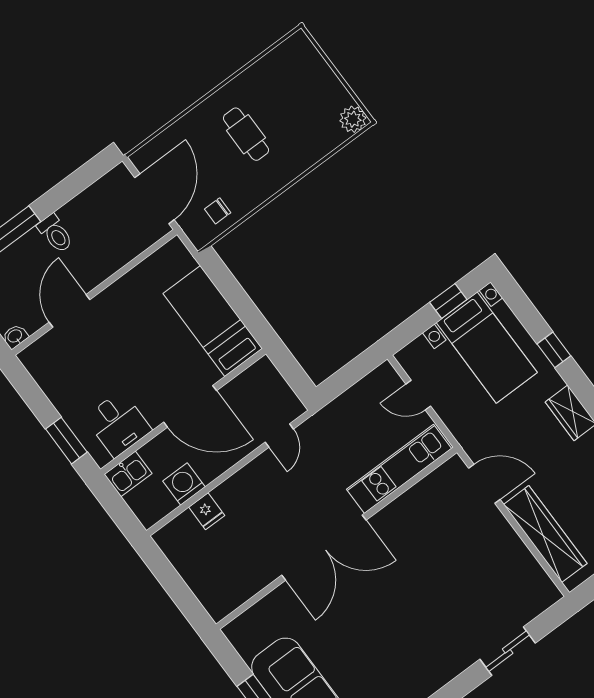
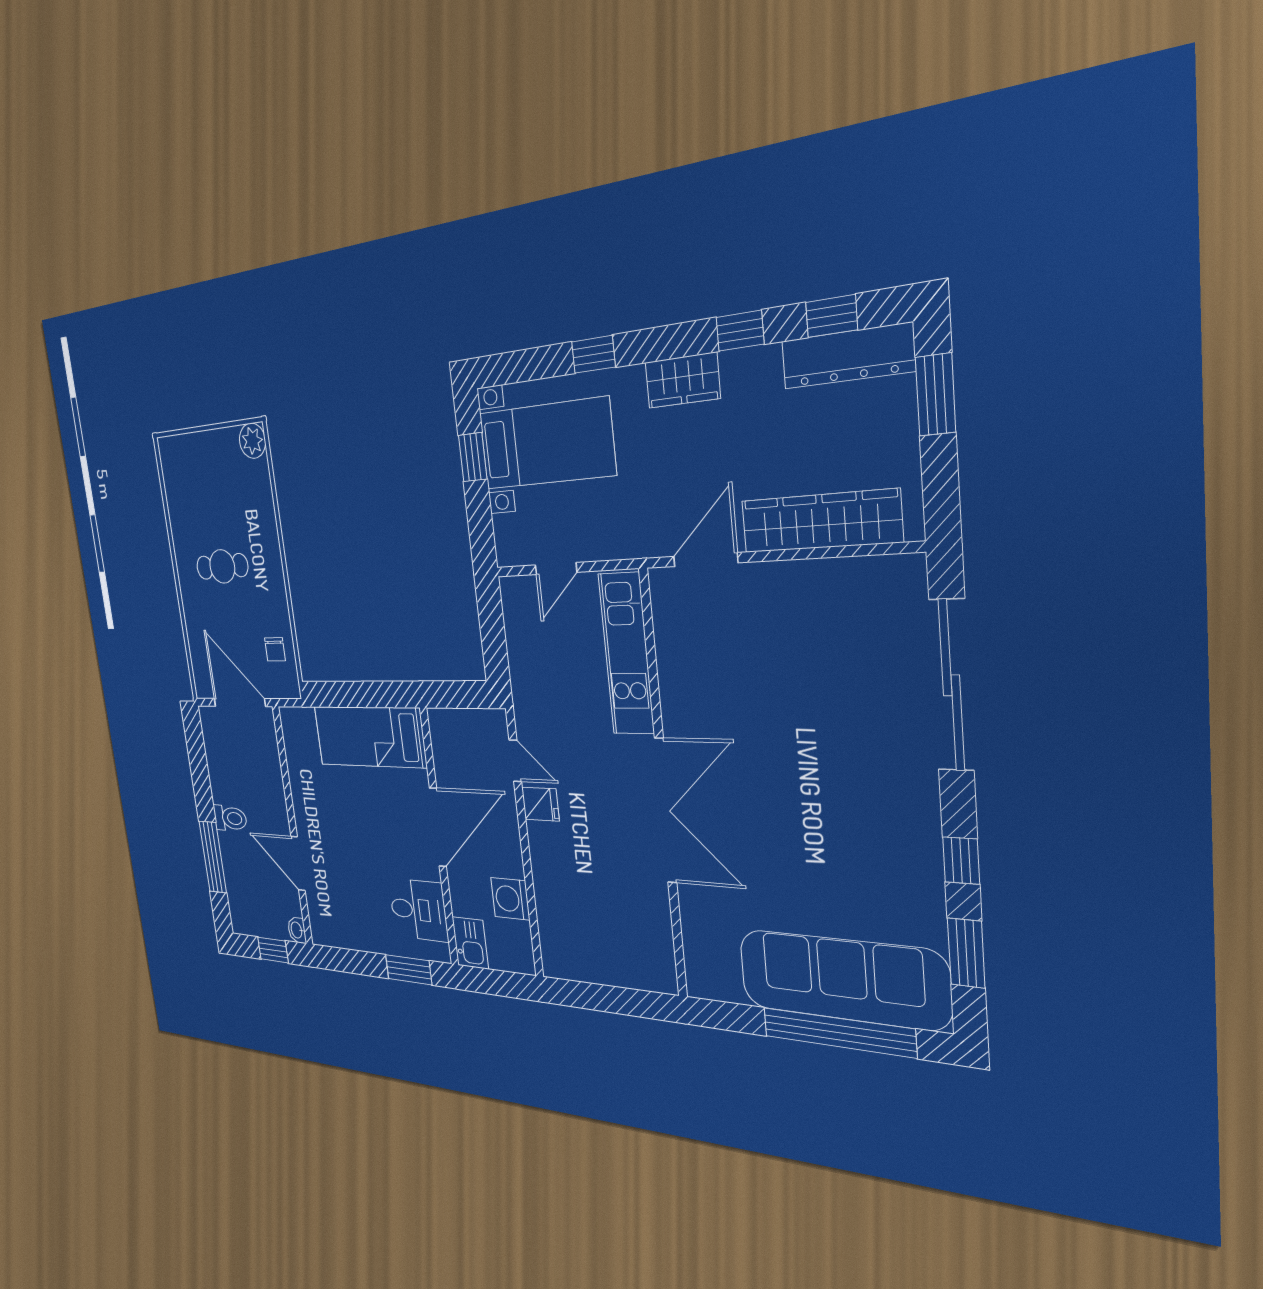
fridge: (207, 511) -> (540, 804), moved
sliding door: (508, 651) -> (951, 685), width x1.86

